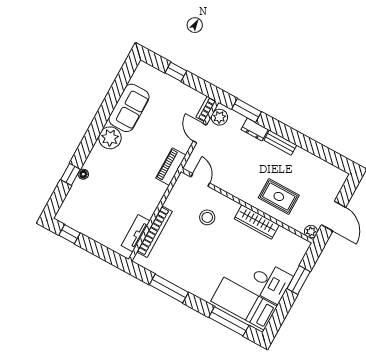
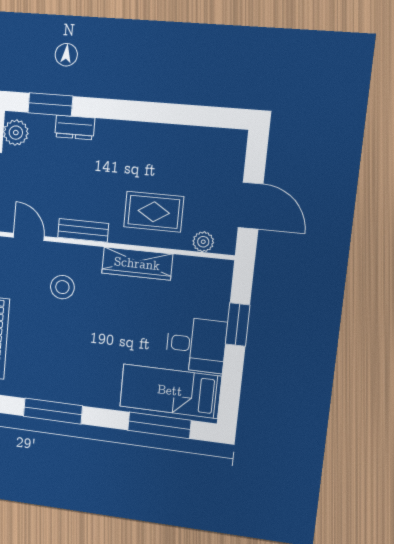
bench: (280, 143) -> (83, 230), moved
plant: (311, 232) -> (203, 242), moved

